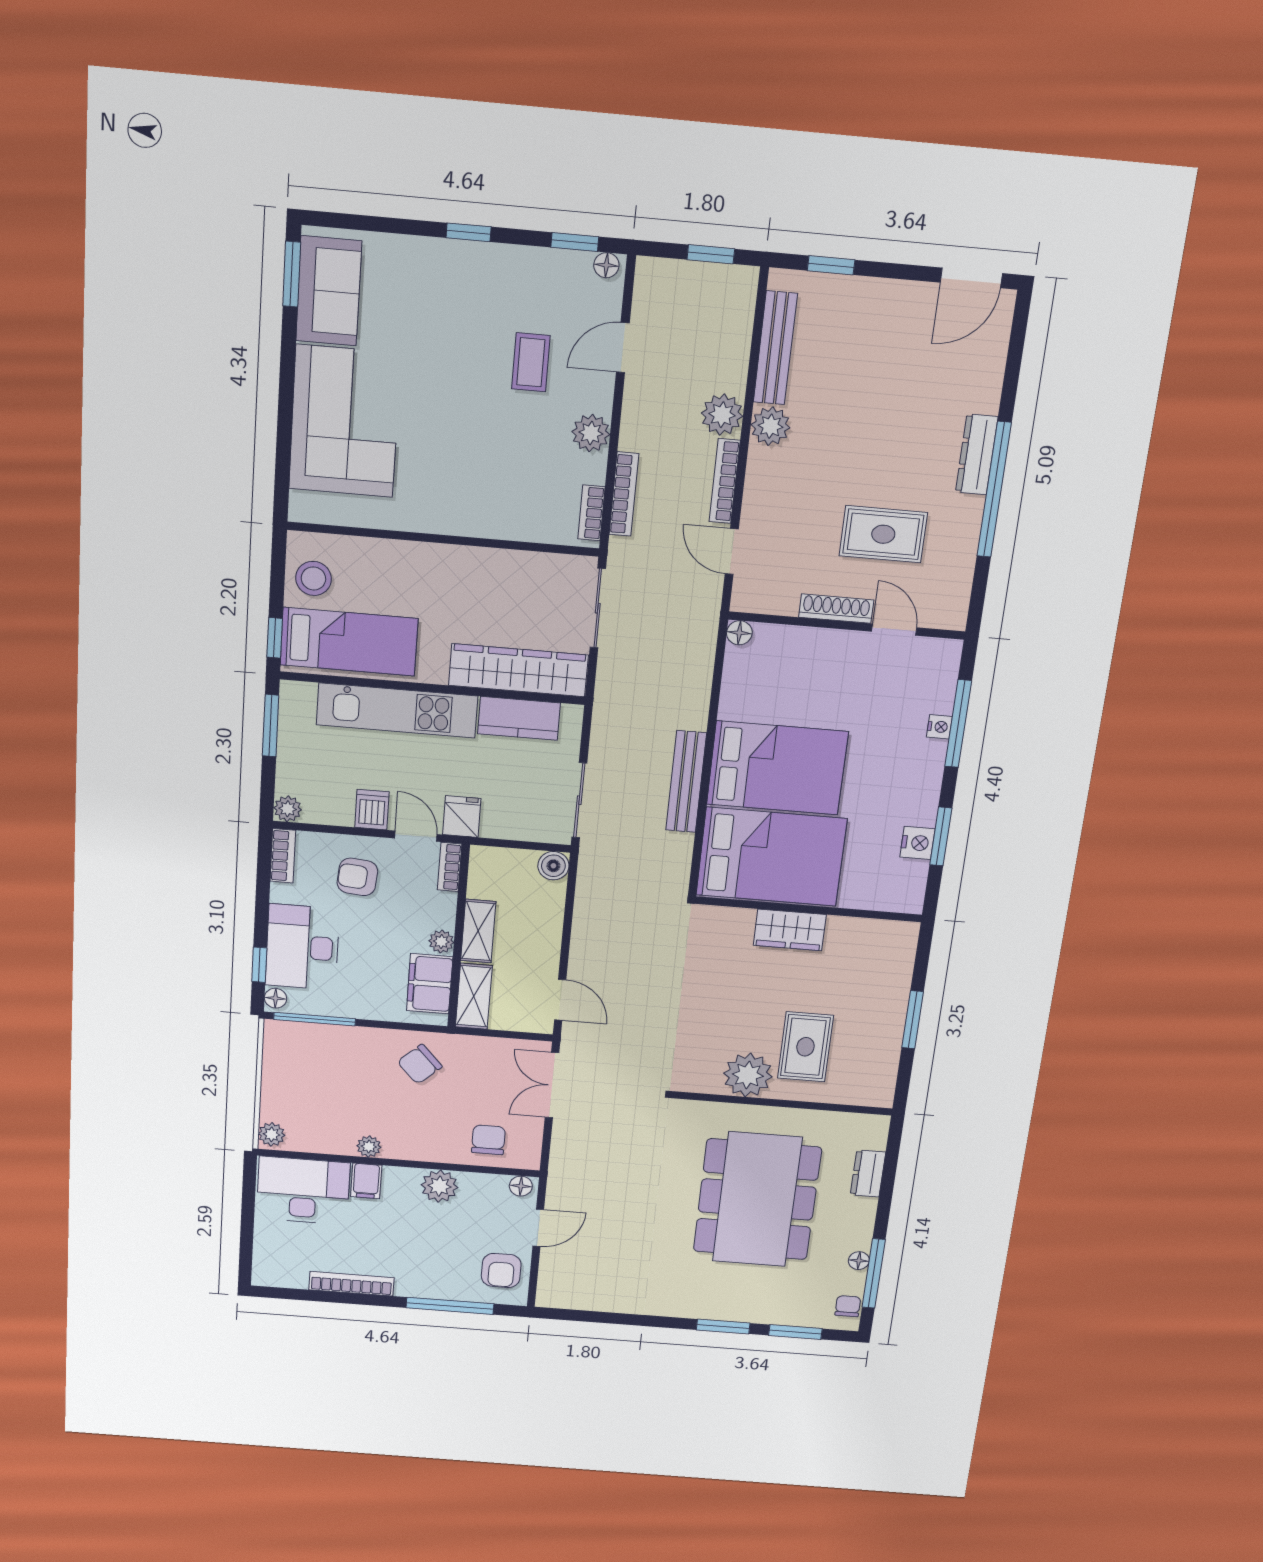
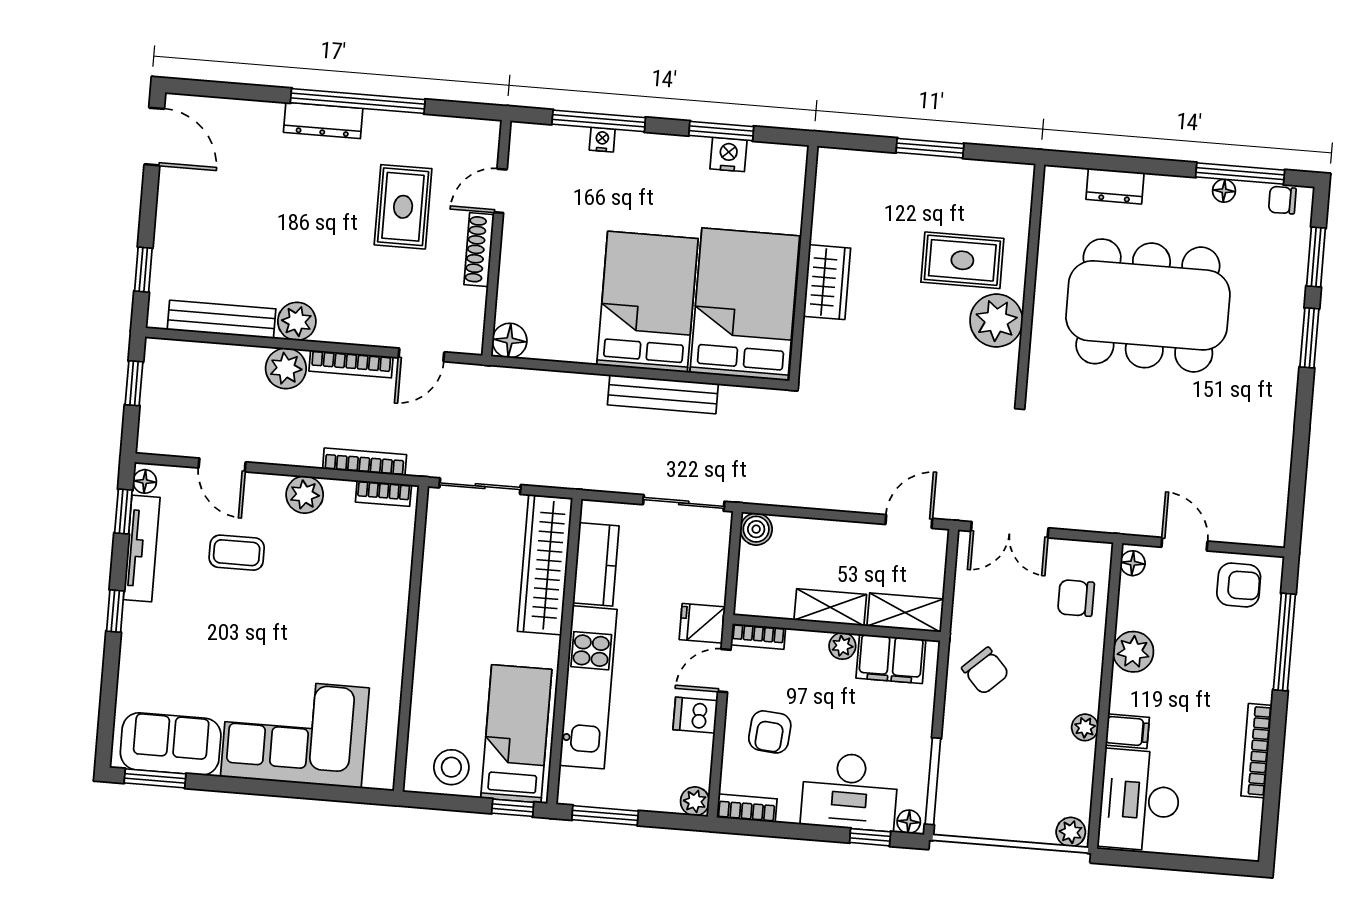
tv unit: (535, 261) -> (142, 549), added
floor lamp: (739, 633) -> (510, 341), width x1.37, depth x1.37

